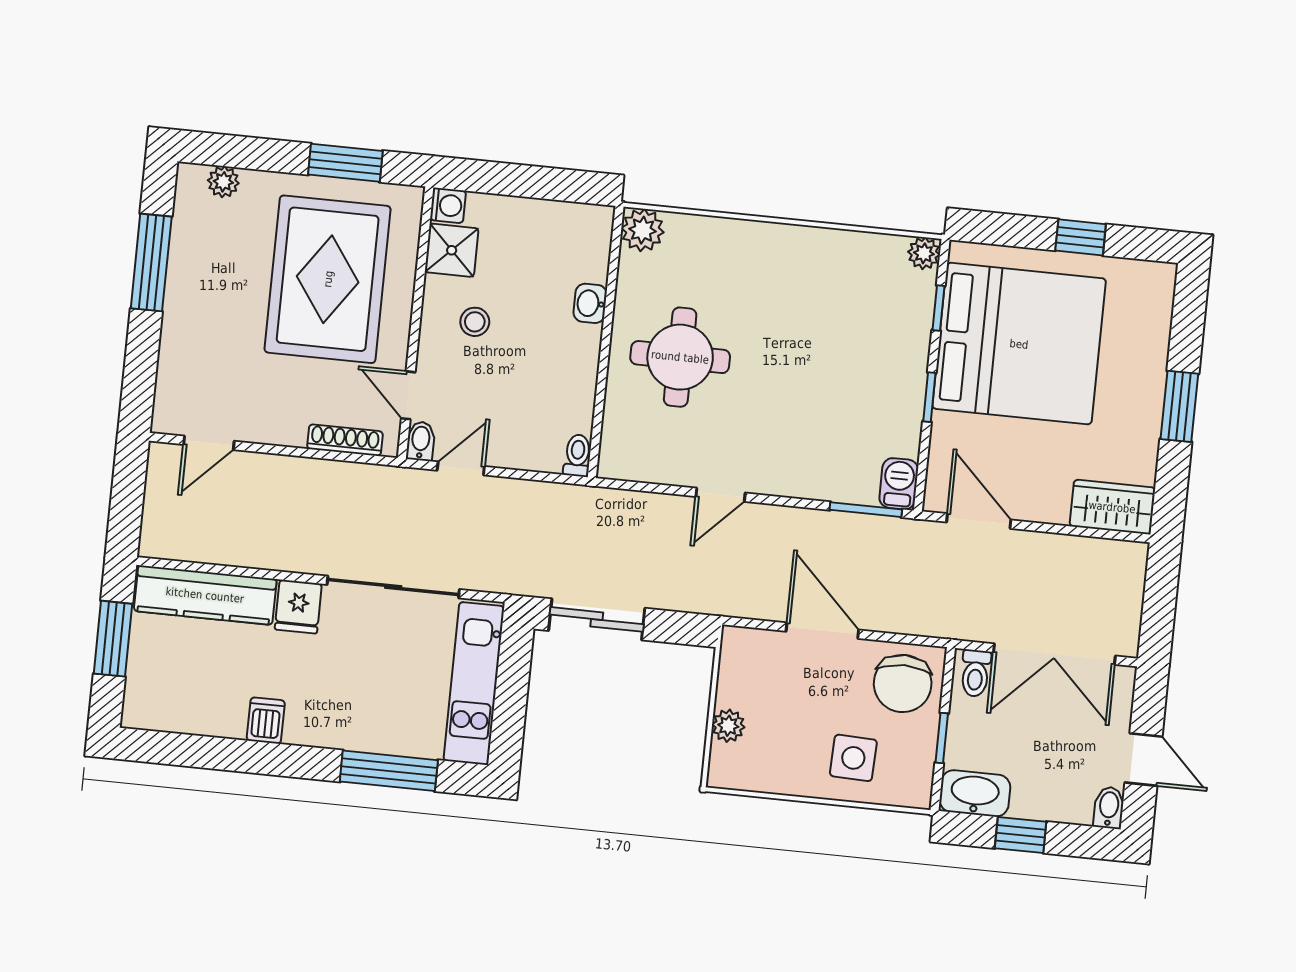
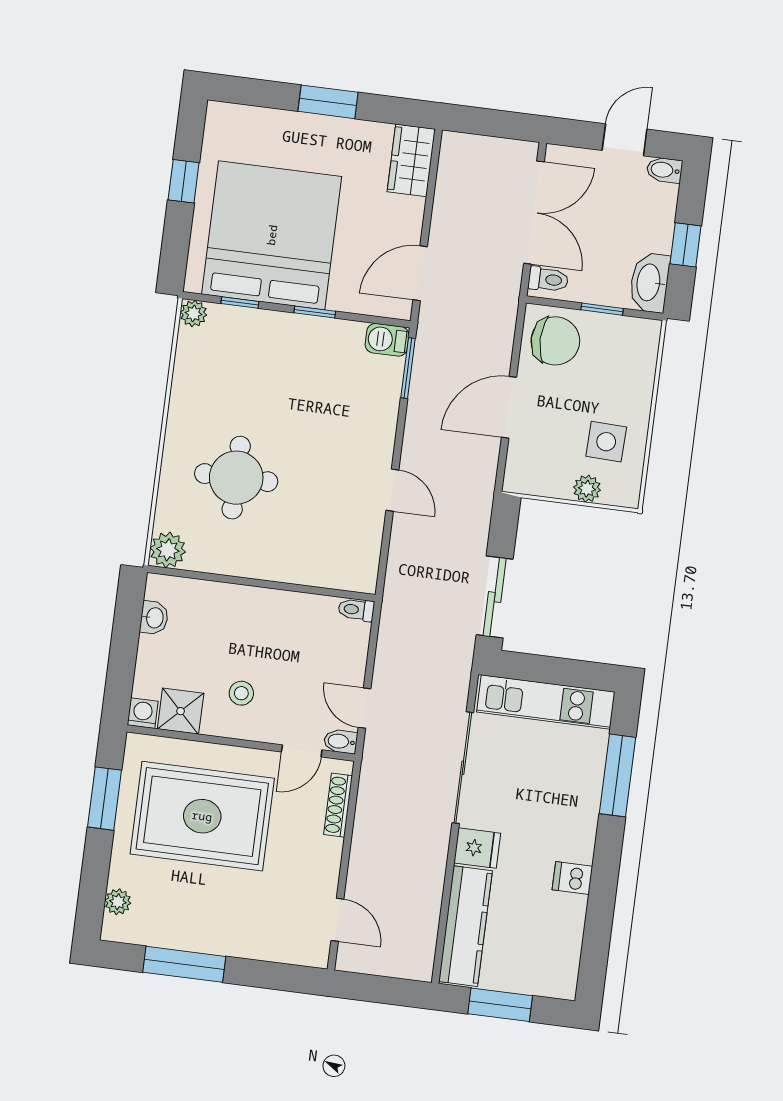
washbasin: (590, 303) -> (154, 618), moved, turned -90
round table: (680, 357) -> (236, 478), moved
side table: (853, 758) -> (606, 442), moved

